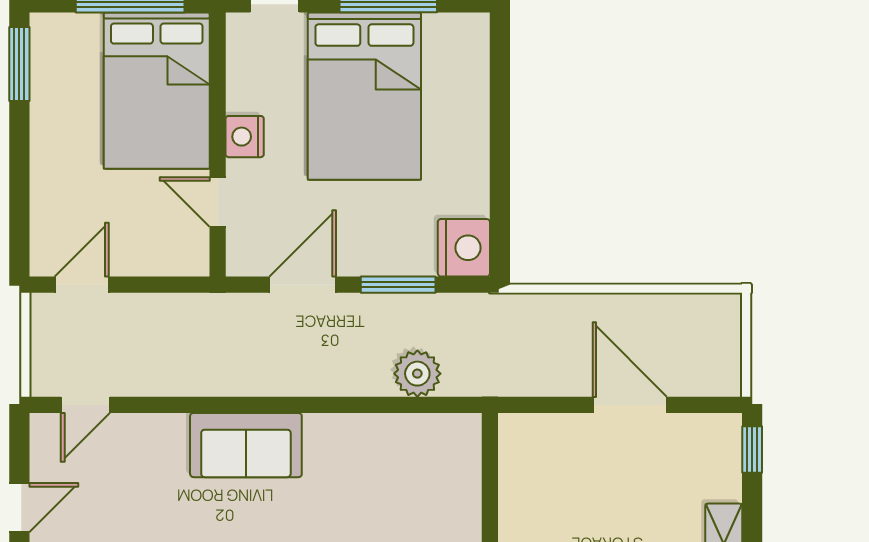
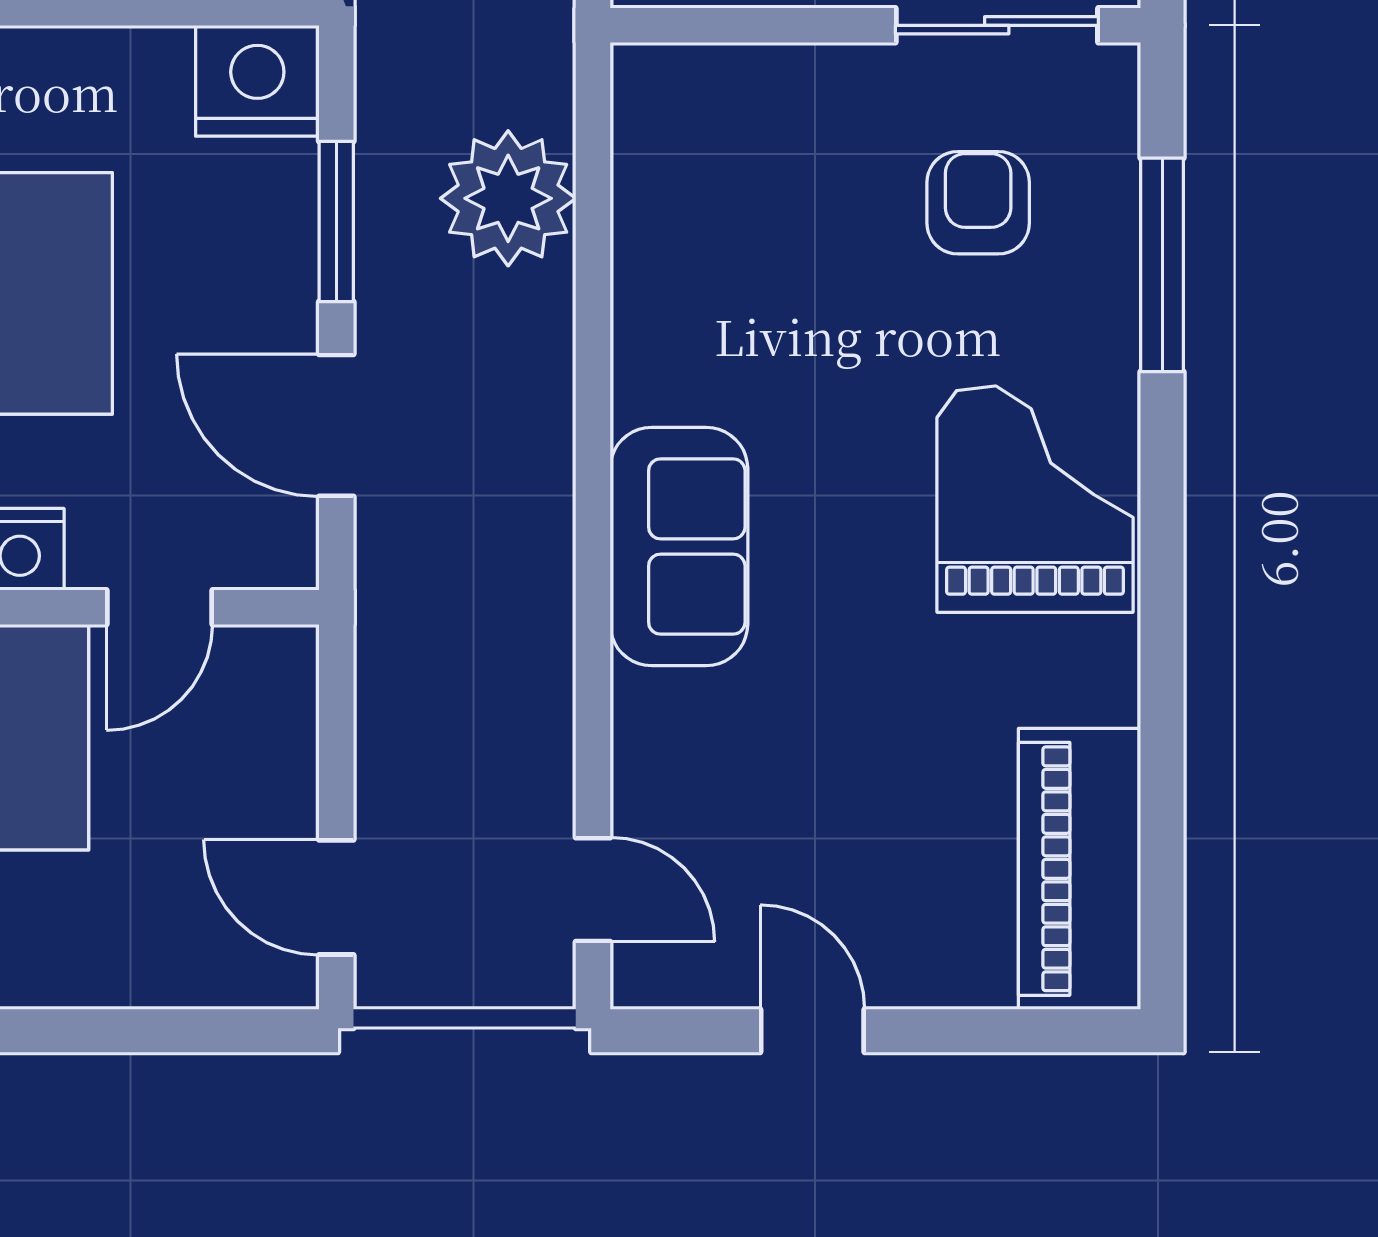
plant: (417, 374) -> (508, 198), width x1.36, depth x1.36

